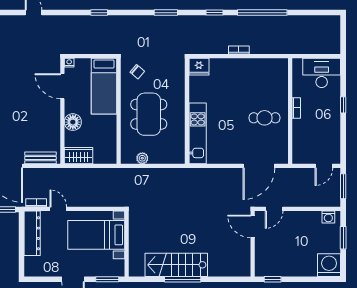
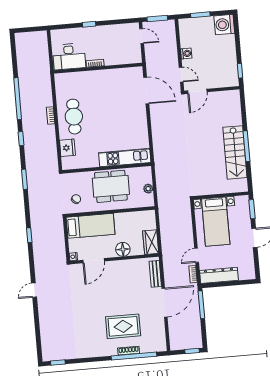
desk: (322, 73) -> (69, 57), moved, turned -90
wall: (187, 111) -> (107, 168), moved
cafe table: (265, 118) -> (74, 117), moved, width x1.37, depth x1.35
kitchen unit: (198, 133) -> (125, 158), moved
washing machine: (328, 217) -> (186, 53), moved

